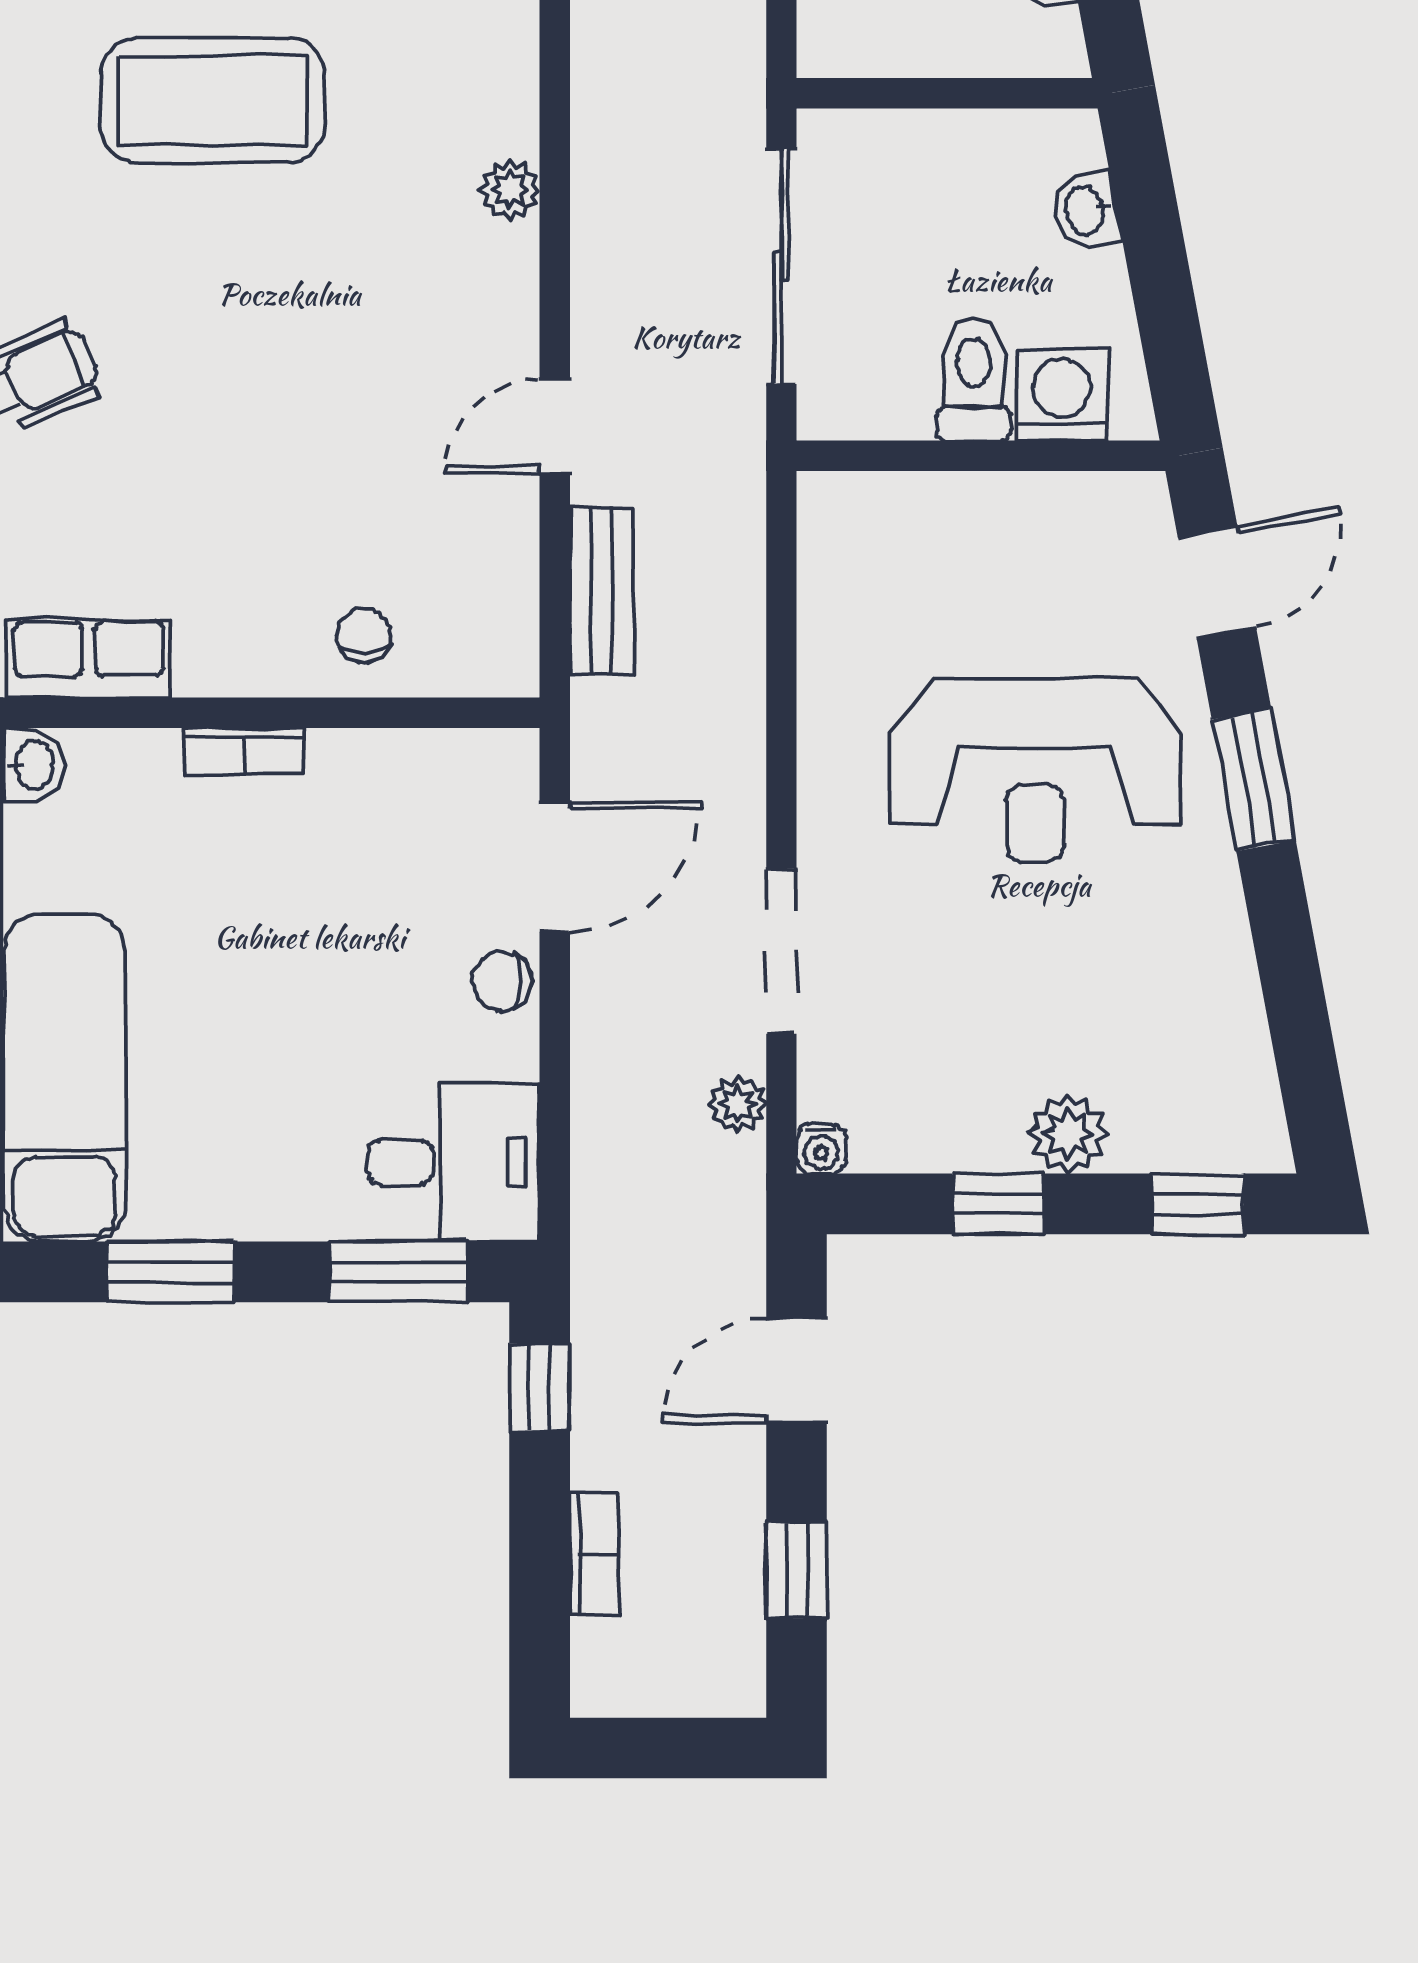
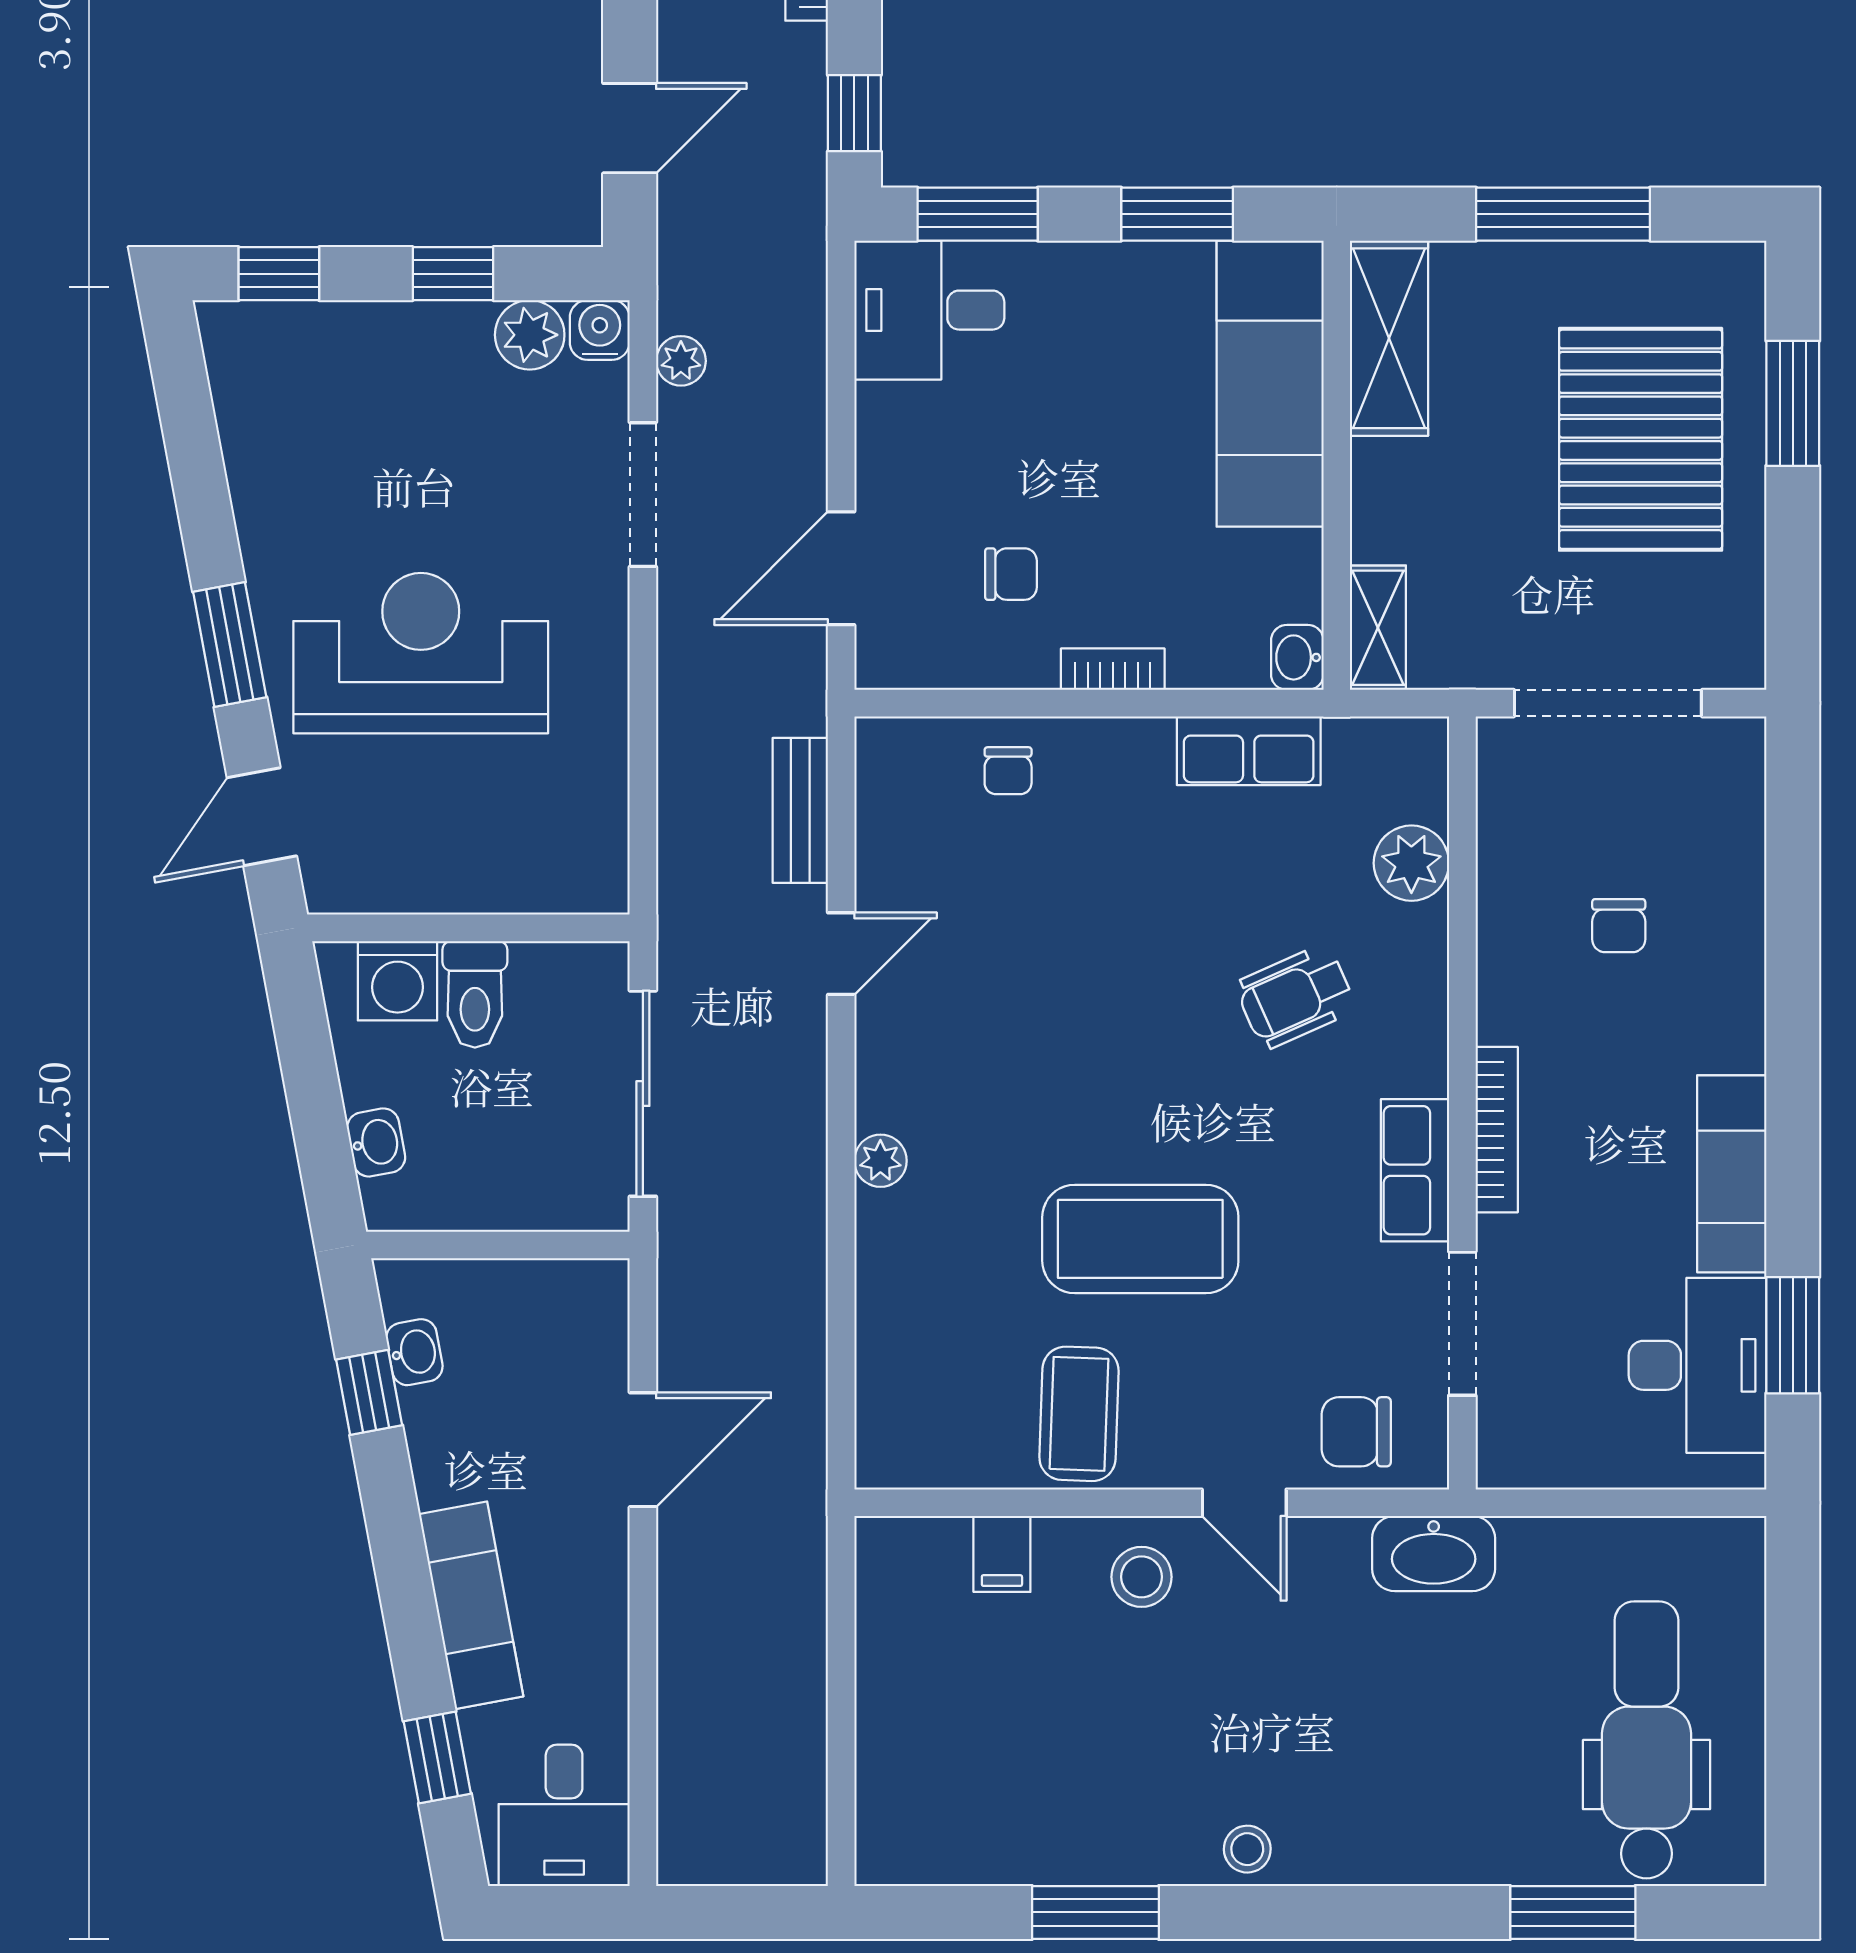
chair: (502, 981) -> (1011, 574), moved
plant: (1068, 1134) -> (530, 335), moved
water cooler: (821, 1149) -> (600, 330), width x1.38, depth x1.38

